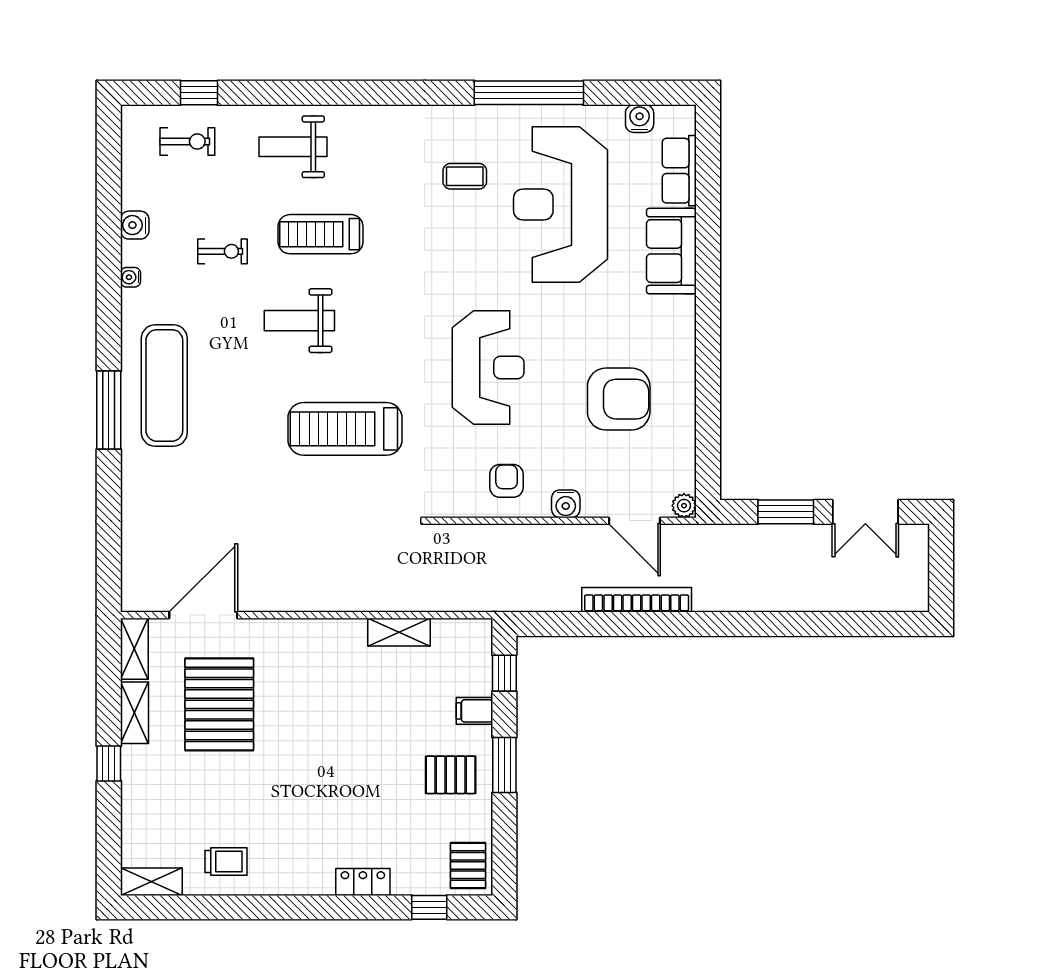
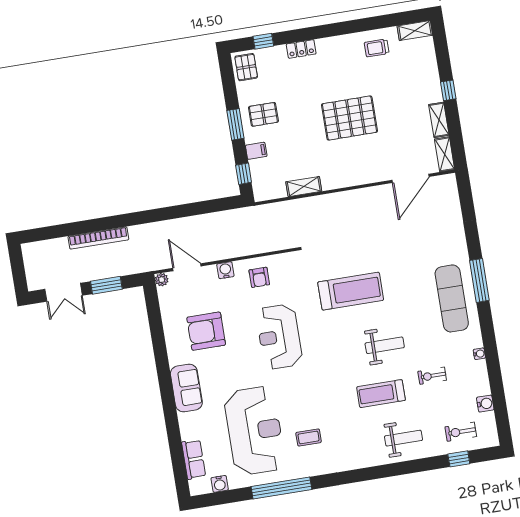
water cooler: (135, 225) -> (485, 404), moved
treadmill: (321, 234) -> (381, 394), turned 180
sofa: (671, 251) -> (186, 388), moved
double door: (865, 512) -> (64, 292), swing flipped
bookcase: (637, 600) -> (98, 238), moved
pallet: (219, 704) -> (349, 118), moved, turned 90

